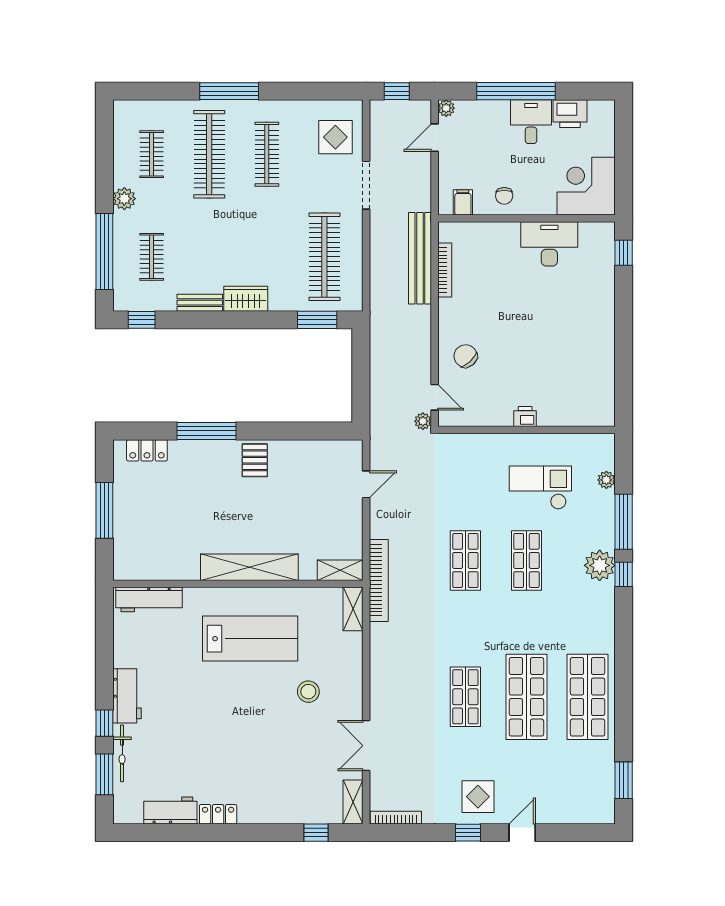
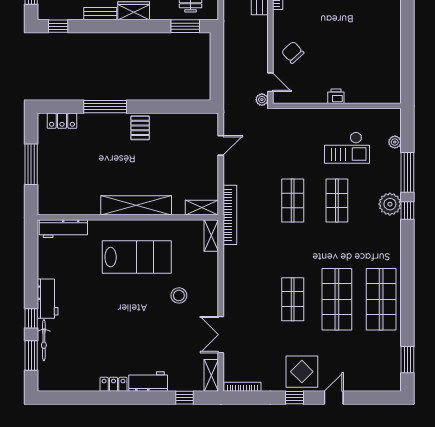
checkout: (540, 488) -> (347, 148), turned 180
display table: (478, 797) -> (302, 372), width x1.36, depth x1.36
workbench: (170, 810) -> (148, 382), moved

